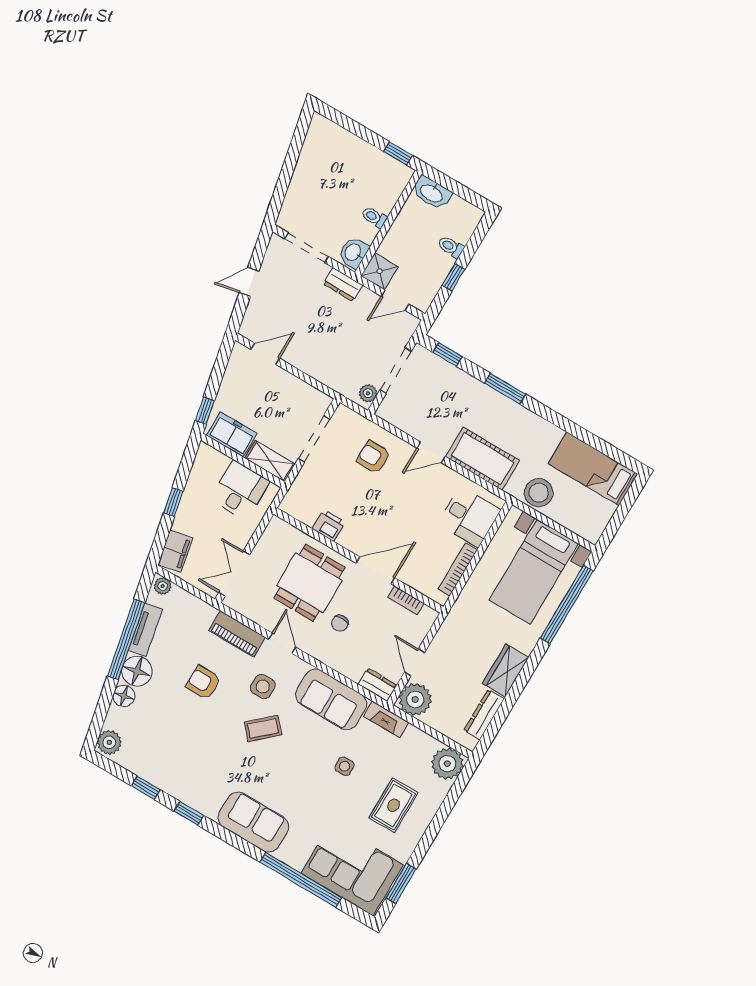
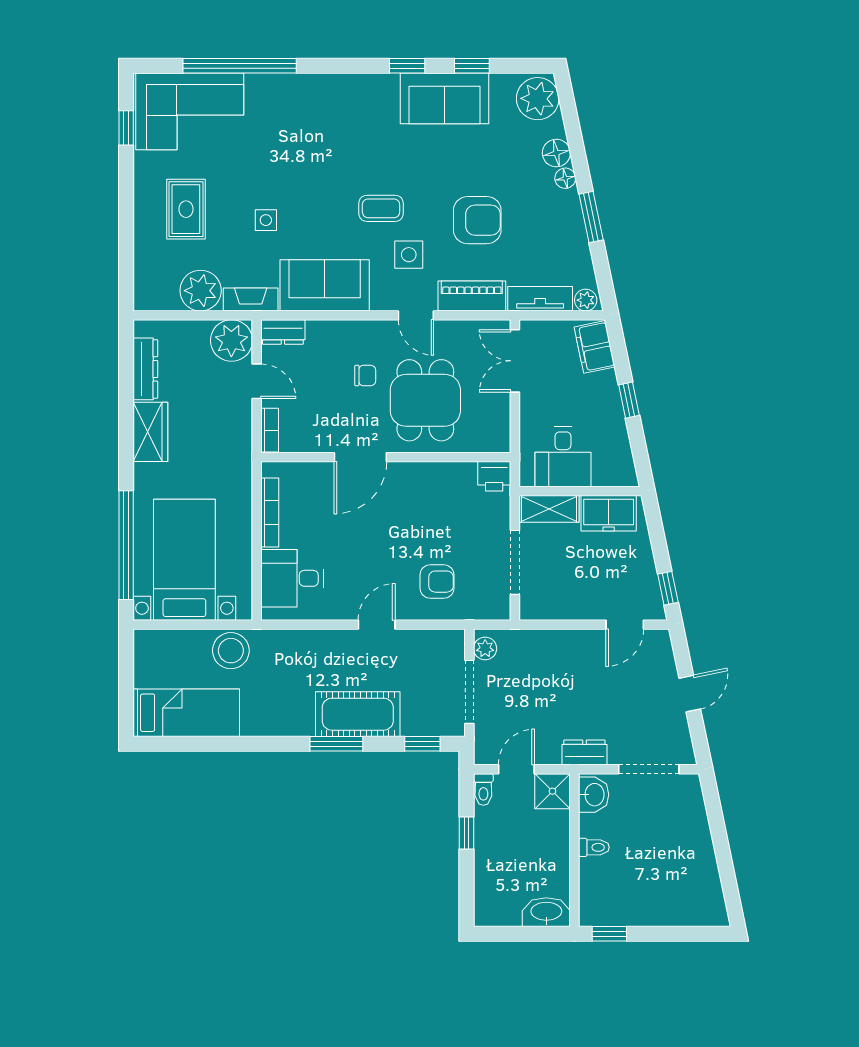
toilet: (451, 247) -> (483, 789), moved, turned 90
window: (205, 411) -> (668, 588), moved
cot: (483, 459) -> (358, 714), moved
printer: (329, 525) -> (494, 476), moved
double door: (234, 574) -> (515, 361), swing flipped
bookcase: (406, 600) -> (270, 430), moved, turned 90
chair: (340, 623) -> (365, 376), turned 90
tv unit: (145, 630) -> (540, 299), moved, turned 102
window: (126, 639) -> (591, 217), width x0.47
floor lamp: (137, 671) -> (565, 178), width x0.53, depth x0.53
armchair: (203, 682) -> (477, 220), width x1.38, depth x1.38
coffee table: (263, 728) -> (381, 208), turned 42
plant: (109, 742) -> (538, 99), width x1.36, depth x1.36
plant: (447, 764) -> (201, 291), moved
sofa: (253, 822) -> (444, 98), moved
window: (401, 883) -> (126, 128), width x0.67

